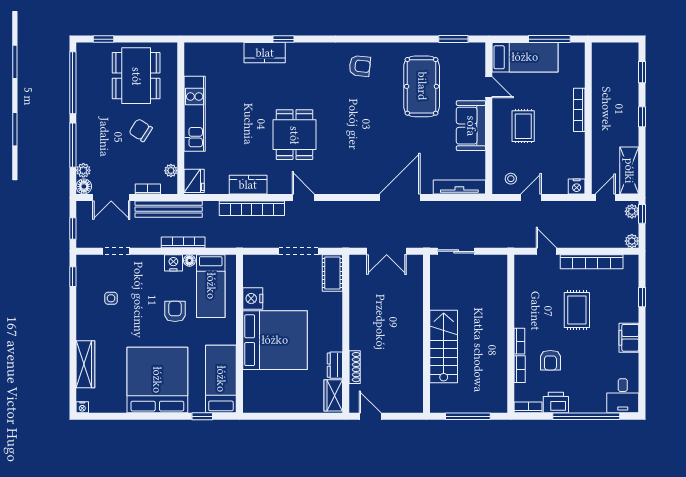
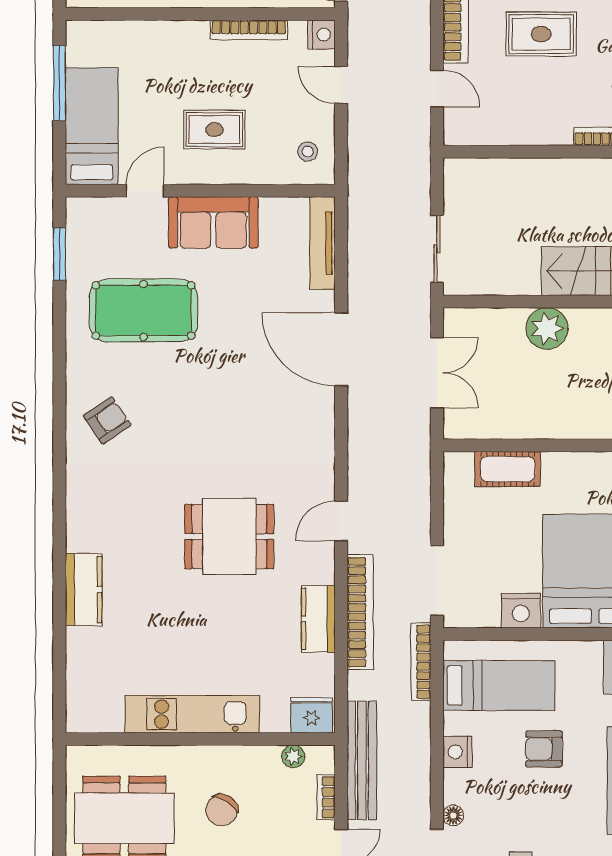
window: (283, 39) -> (59, 556), removed
armchair: (360, 66) -> (107, 420), turned 50
bookcase: (579, 110) -> (249, 30), moved
door: (531, 197) -> (341, 85), moved
bookcase: (183, 242) -> (421, 662), moved
doorway: (298, 251) -> (437, 581), moved
door: (546, 251) -> (437, 89), swing flipped
floor lamp: (189, 261) -> (453, 815), moved
cot: (332, 273) -> (508, 469), moved
plant: (411, 313) -> (547, 328), added

